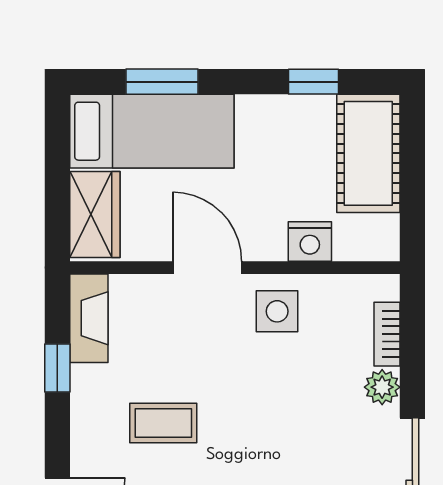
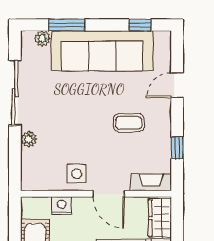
fireplace: (89, 318) -> (151, 182), moved, turned 90
bookcase: (387, 334) -> (27, 163), removed

